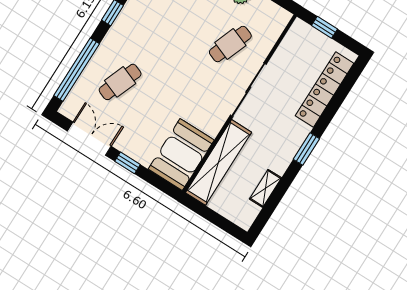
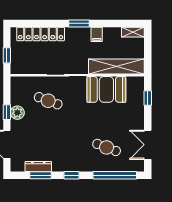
booth: (181, 155) -> (106, 89), moved
window: (128, 163) -> (148, 98), moved
filing cabinet: (277, 163) -> (97, 34), added
shelving: (265, 188) -> (133, 32), moved

